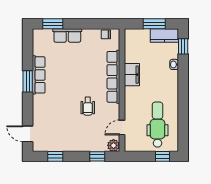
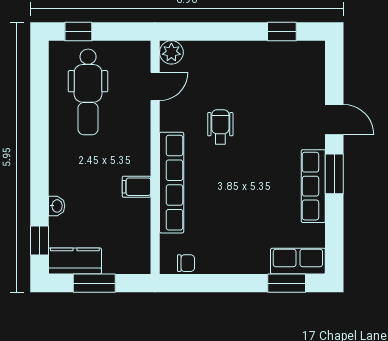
row of seats: (67, 35) -> (298, 261), moved
filing cabinet: (132, 75) -> (136, 187), width x0.50
door: (28, 134) -> (334, 119), moved
window: (97, 156) -> (202, 32), removed

